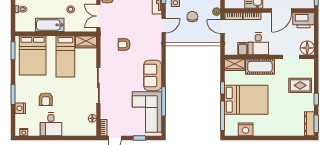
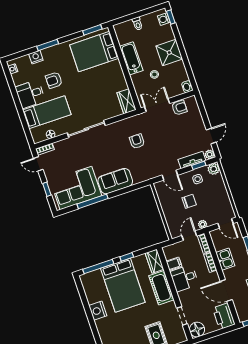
bed: (65, 57) -> (47, 112), moved, turned 180
nightstand: (246, 129) -> (98, 311), moved

